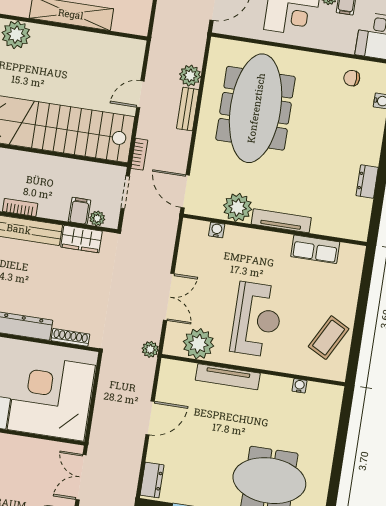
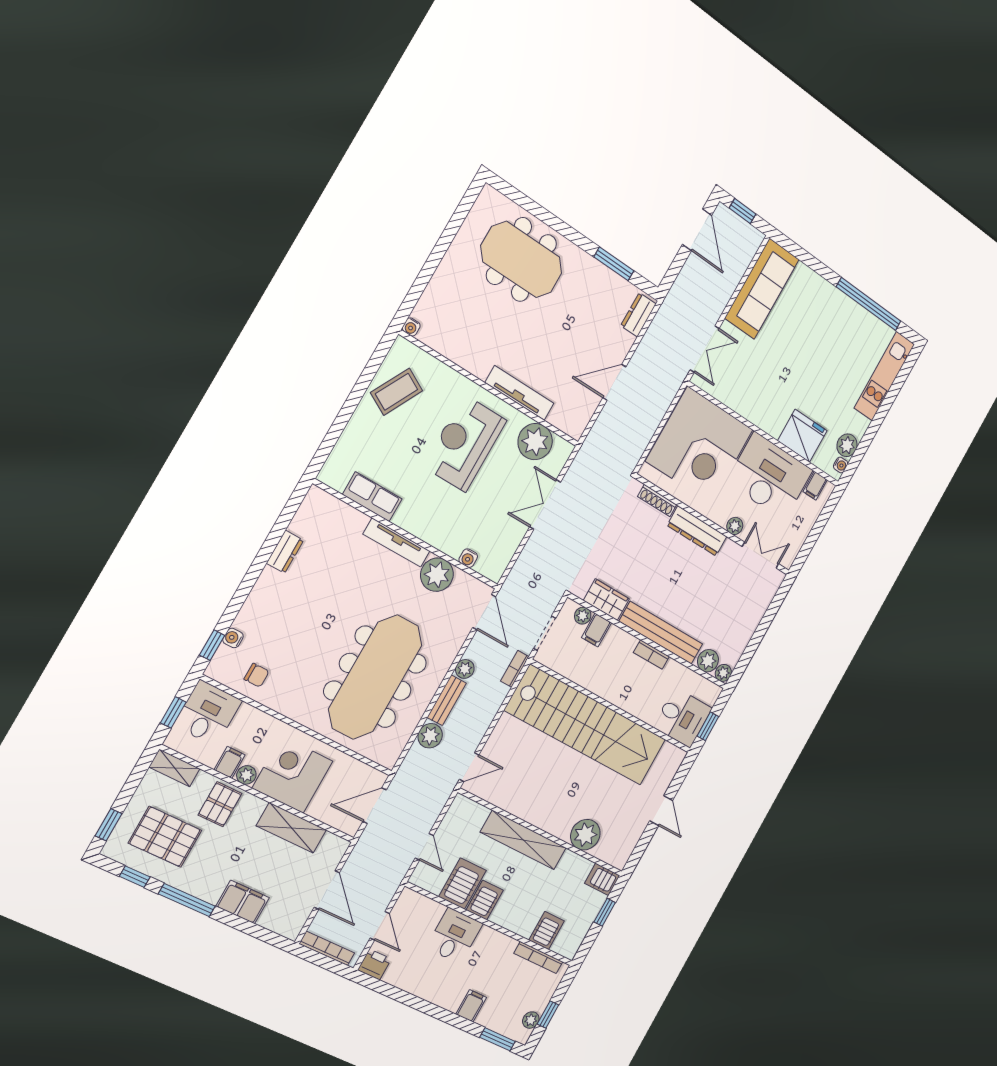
door: (140, 94) -> (469, 767), moved
plant: (150, 349) -> (465, 669), moved
water cooler: (299, 386) -> (411, 327), moved

